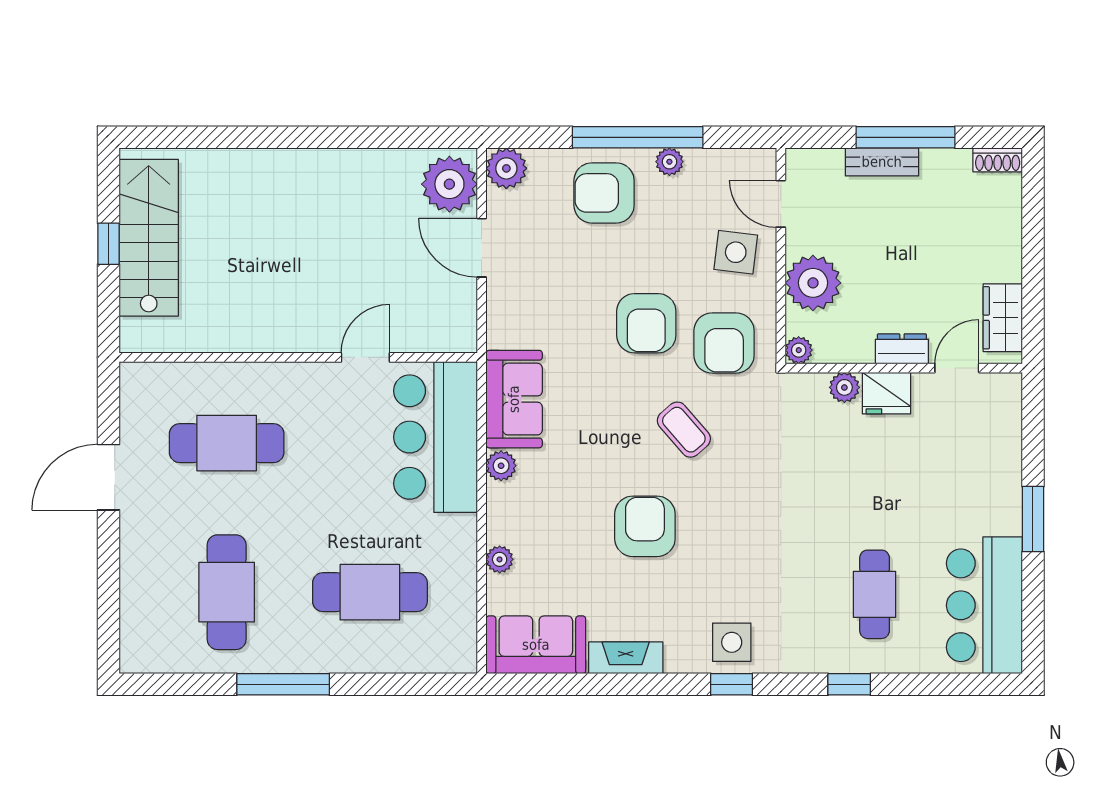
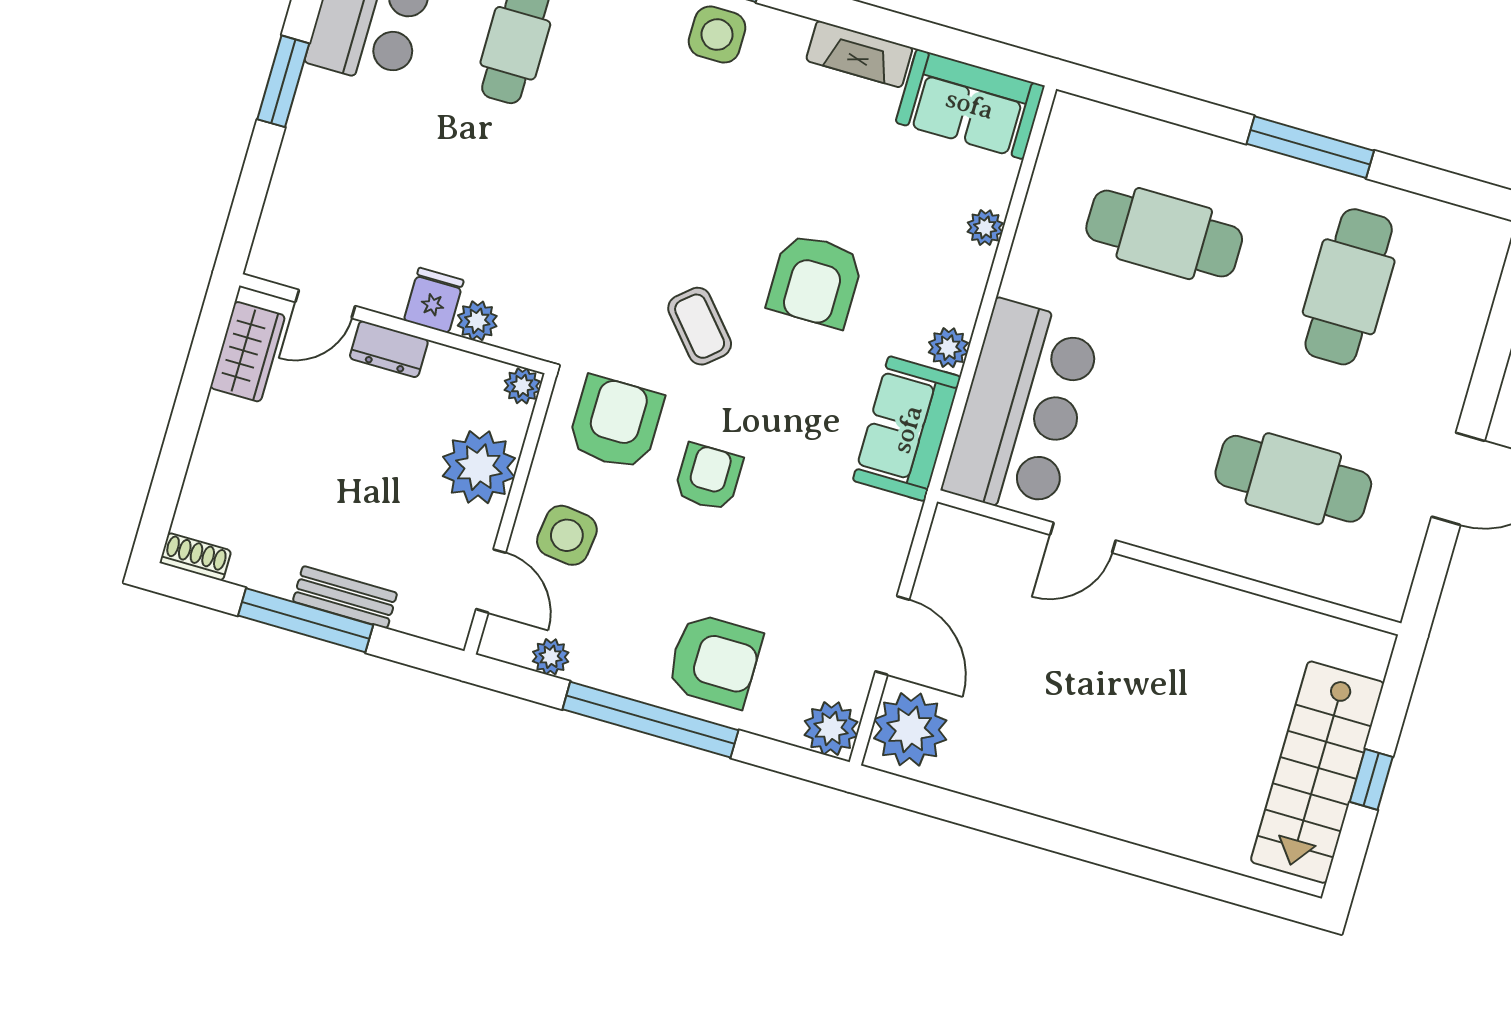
plant: (669, 162) -> (551, 657), moved
armchair: (646, 323) -> (708, 477), width x0.72, depth x0.72
fridge: (886, 393) -> (434, 300), width x0.72
armchair: (645, 526) -> (815, 281), moved

